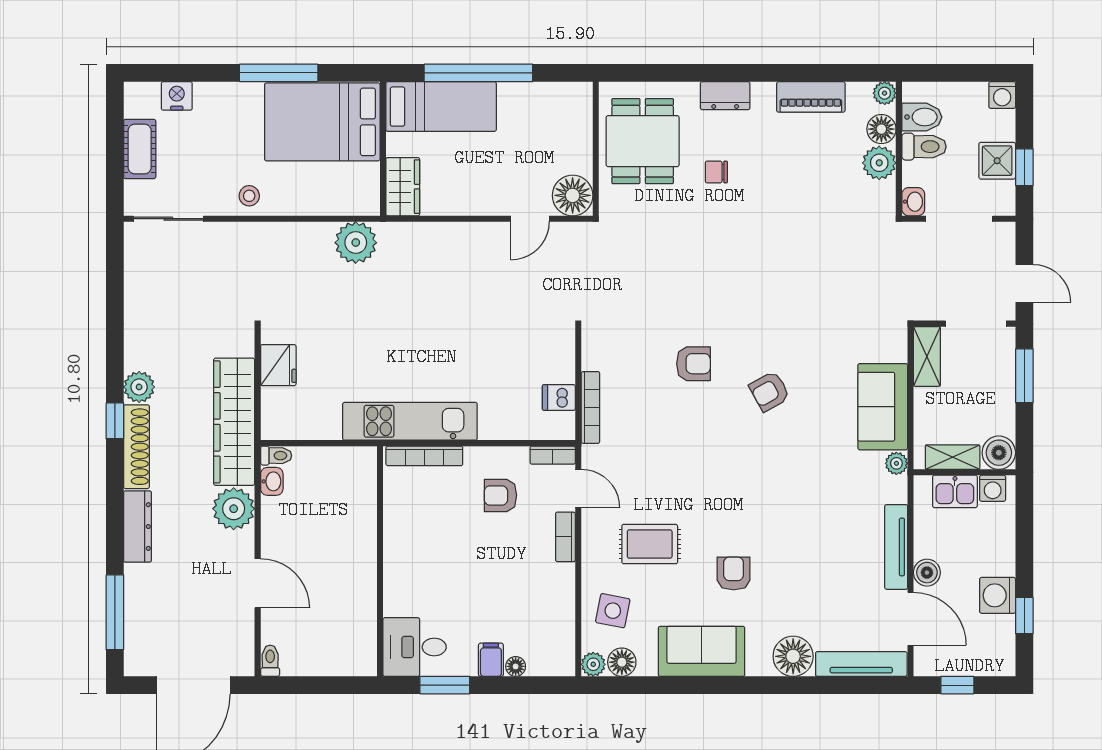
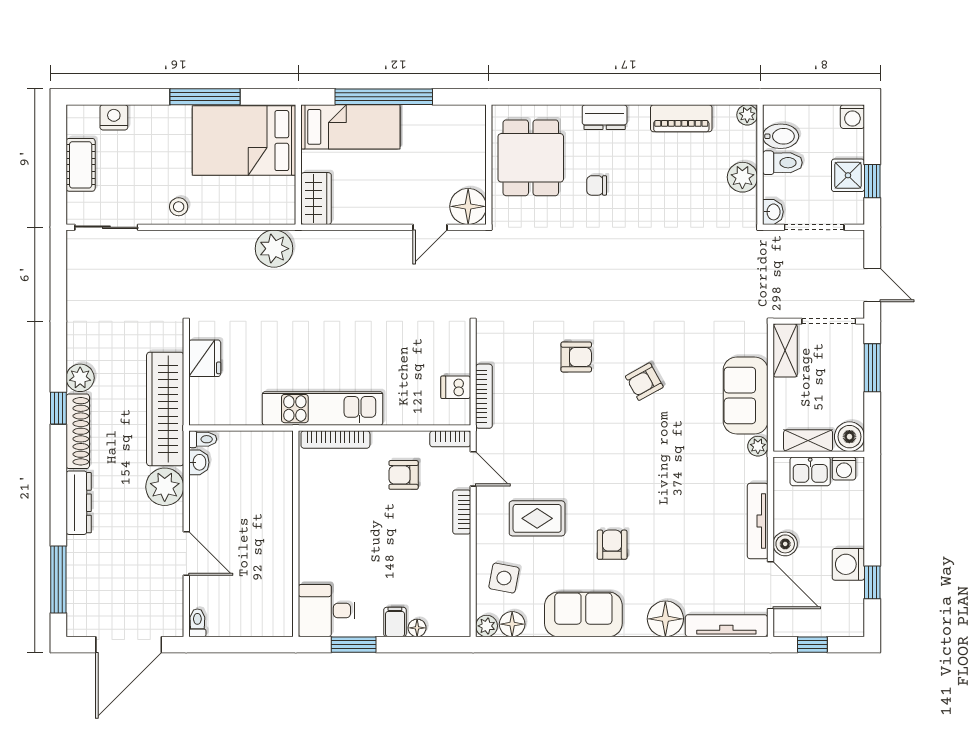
floor lamp: (881, 129) -> (744, 147), removed

